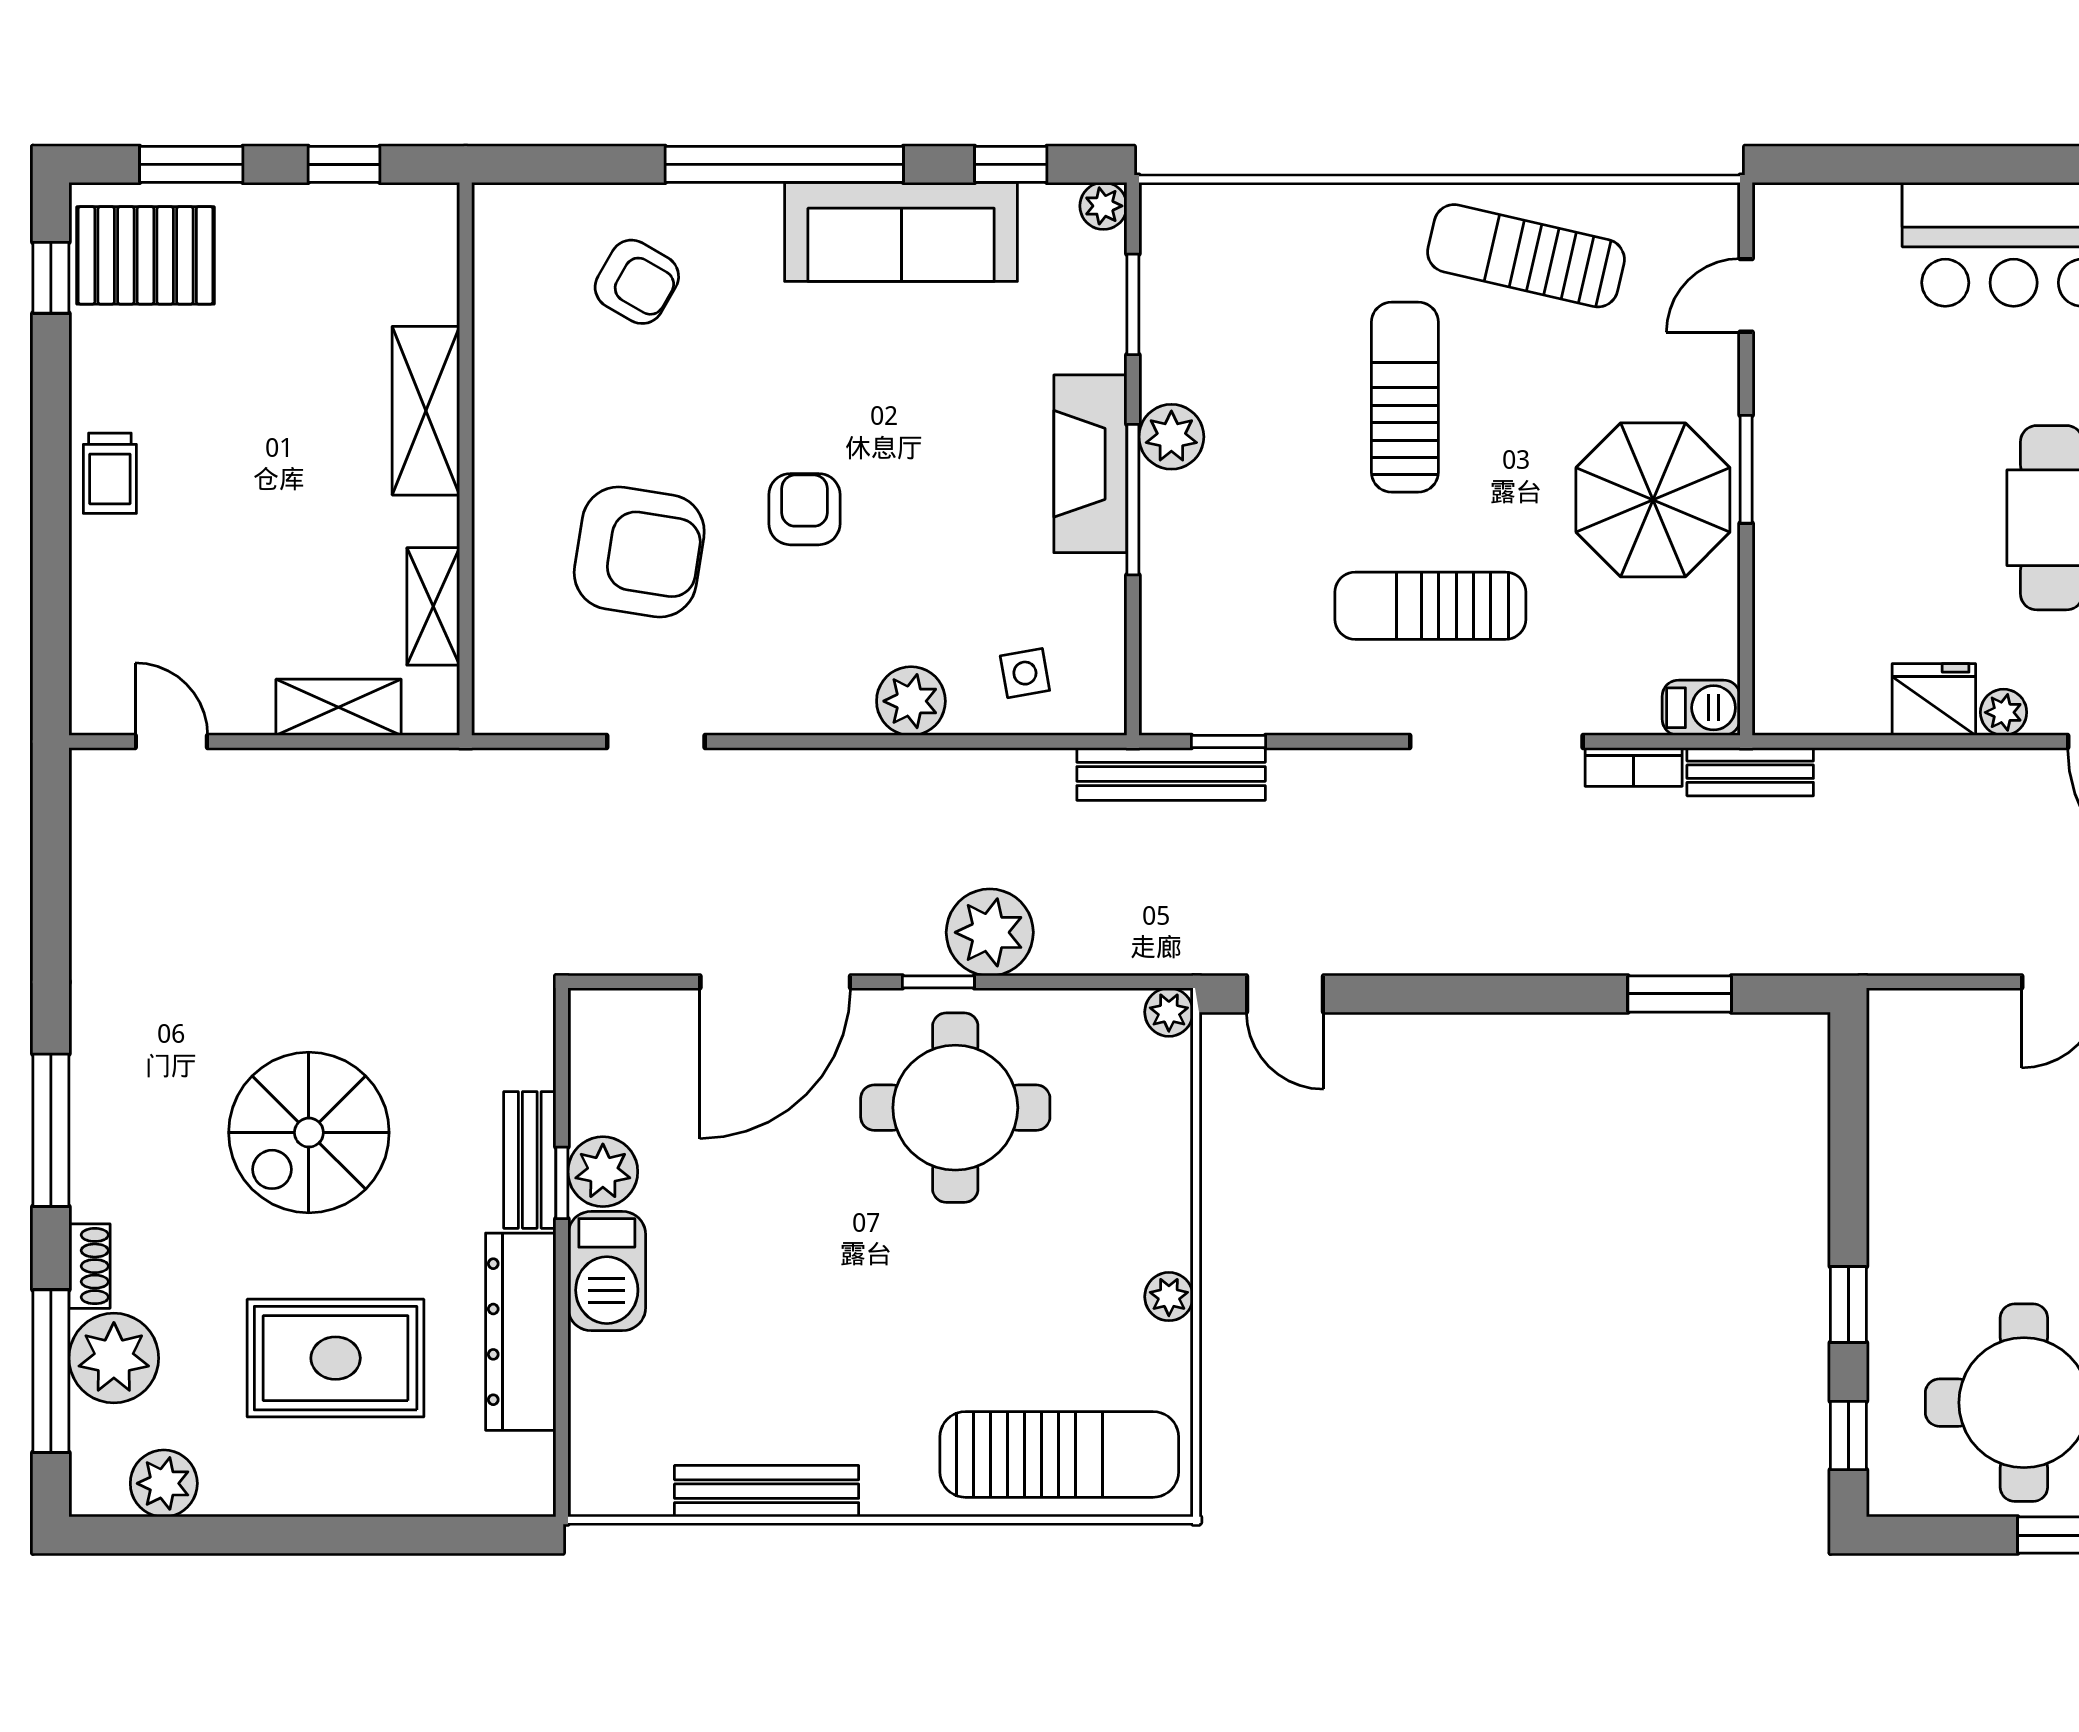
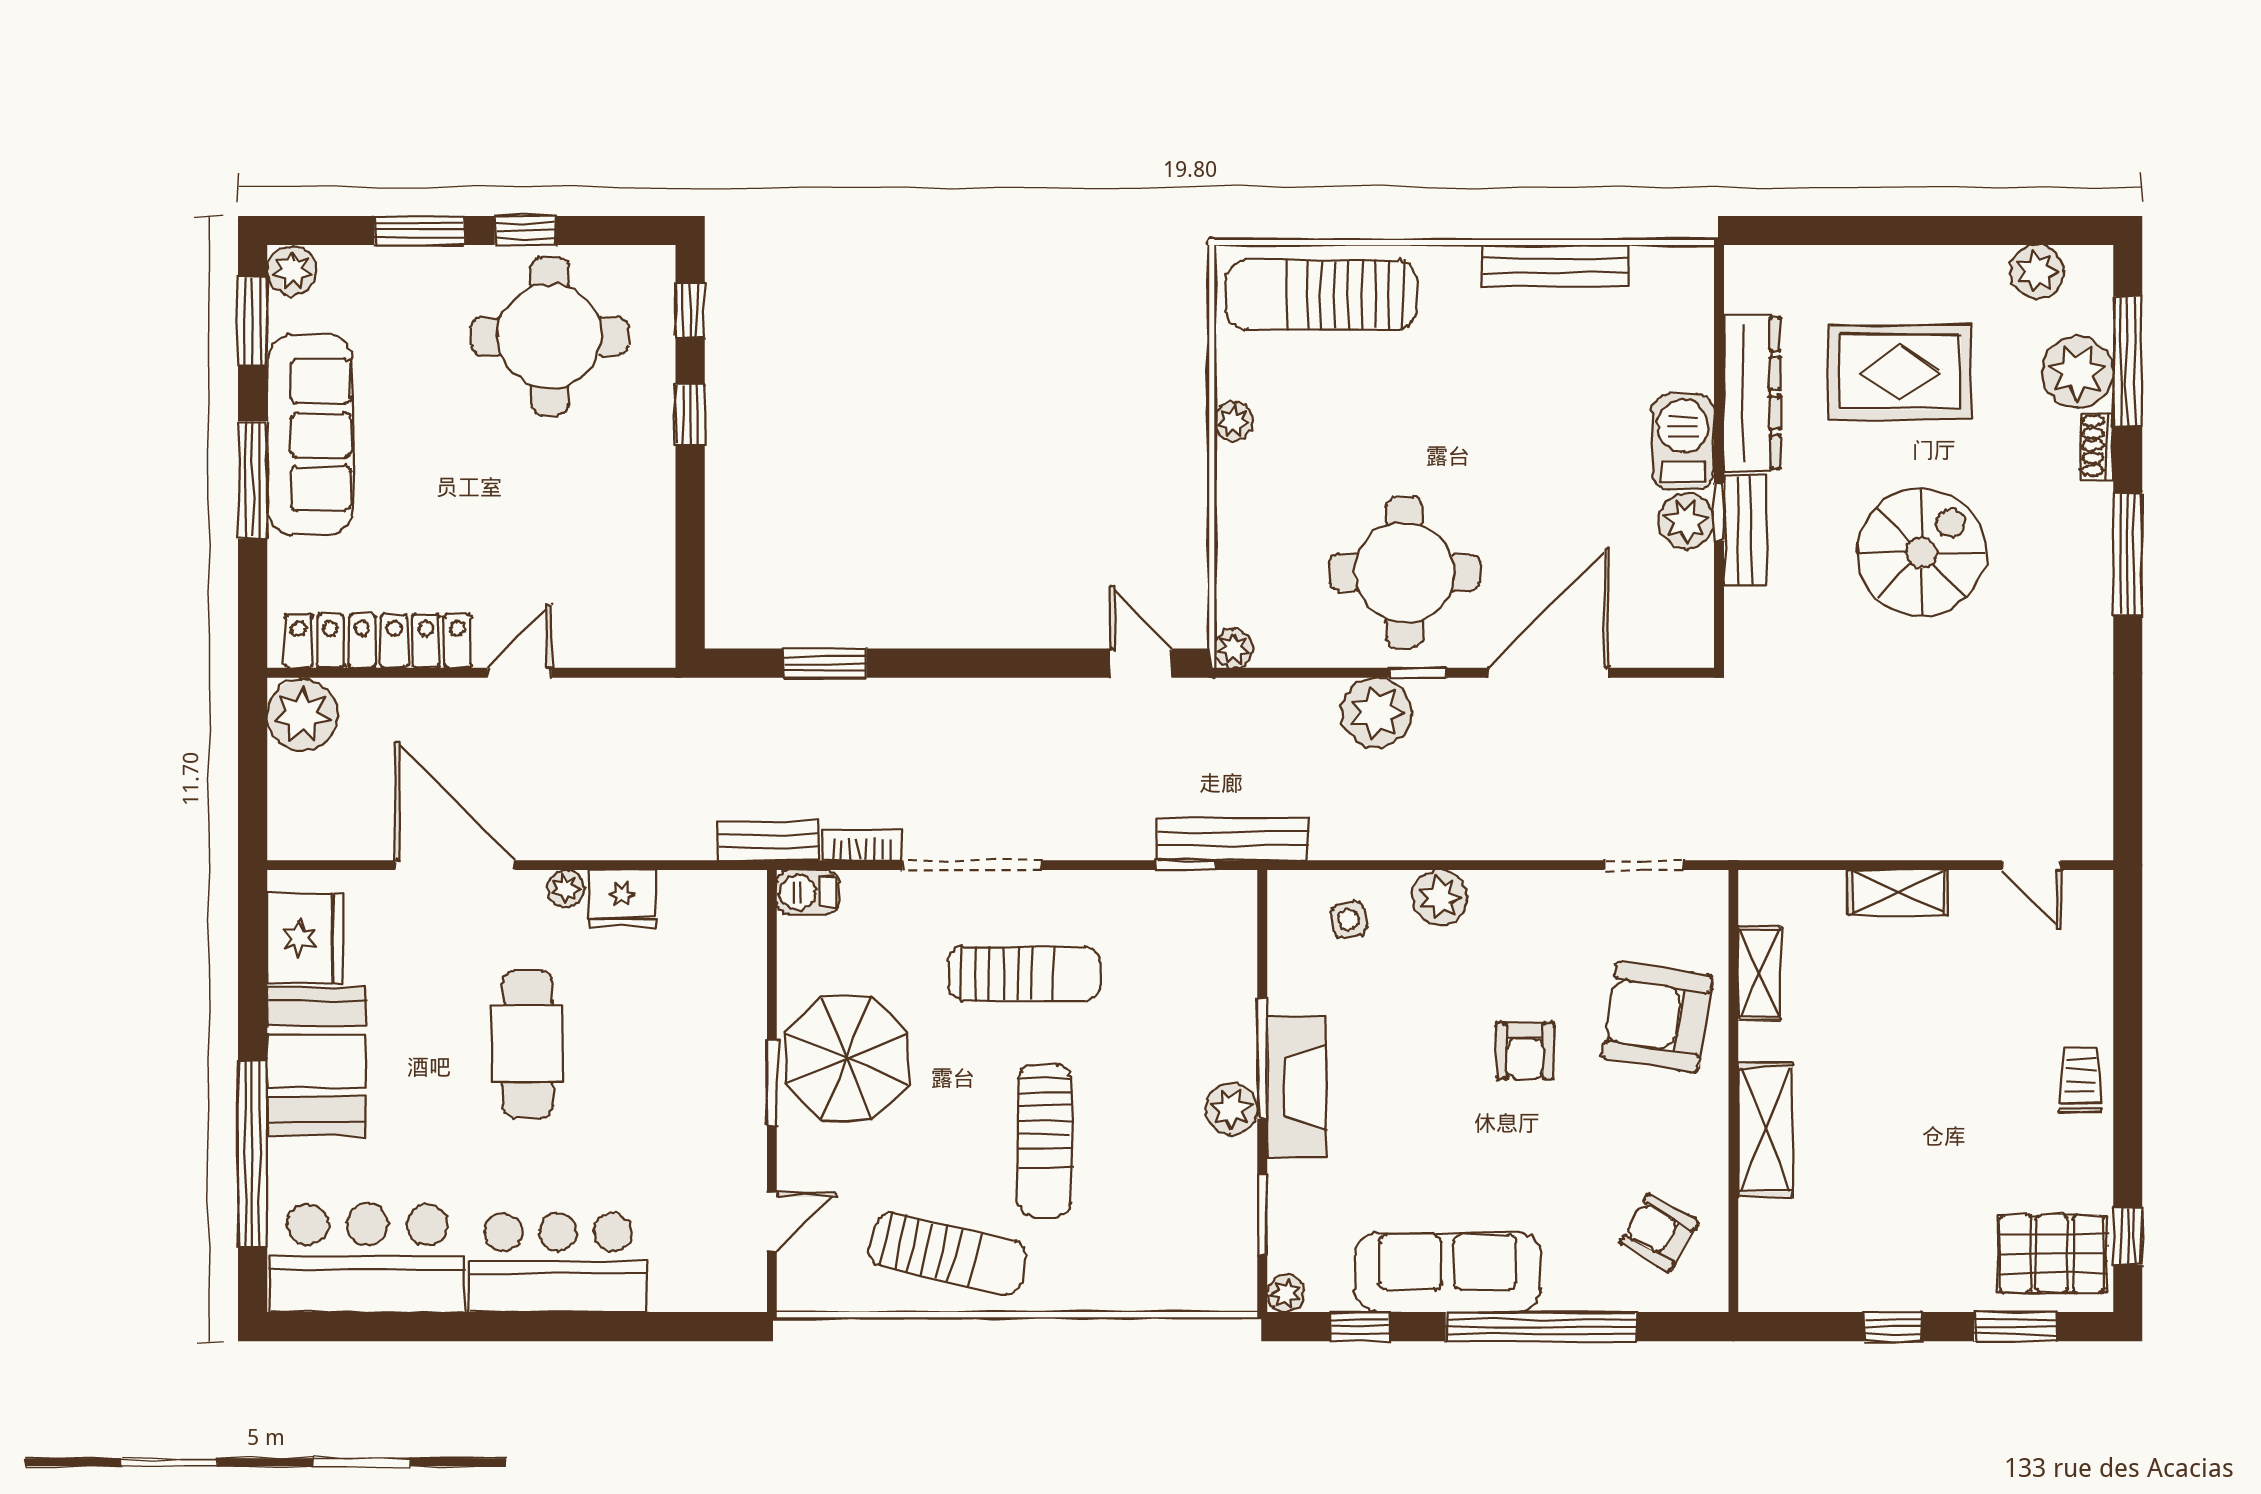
shelving: (426, 411) -> (1765, 1130), moved
wall: (466, 459) -> (1733, 1091), moved
shelving: (433, 606) -> (1759, 973), moved

